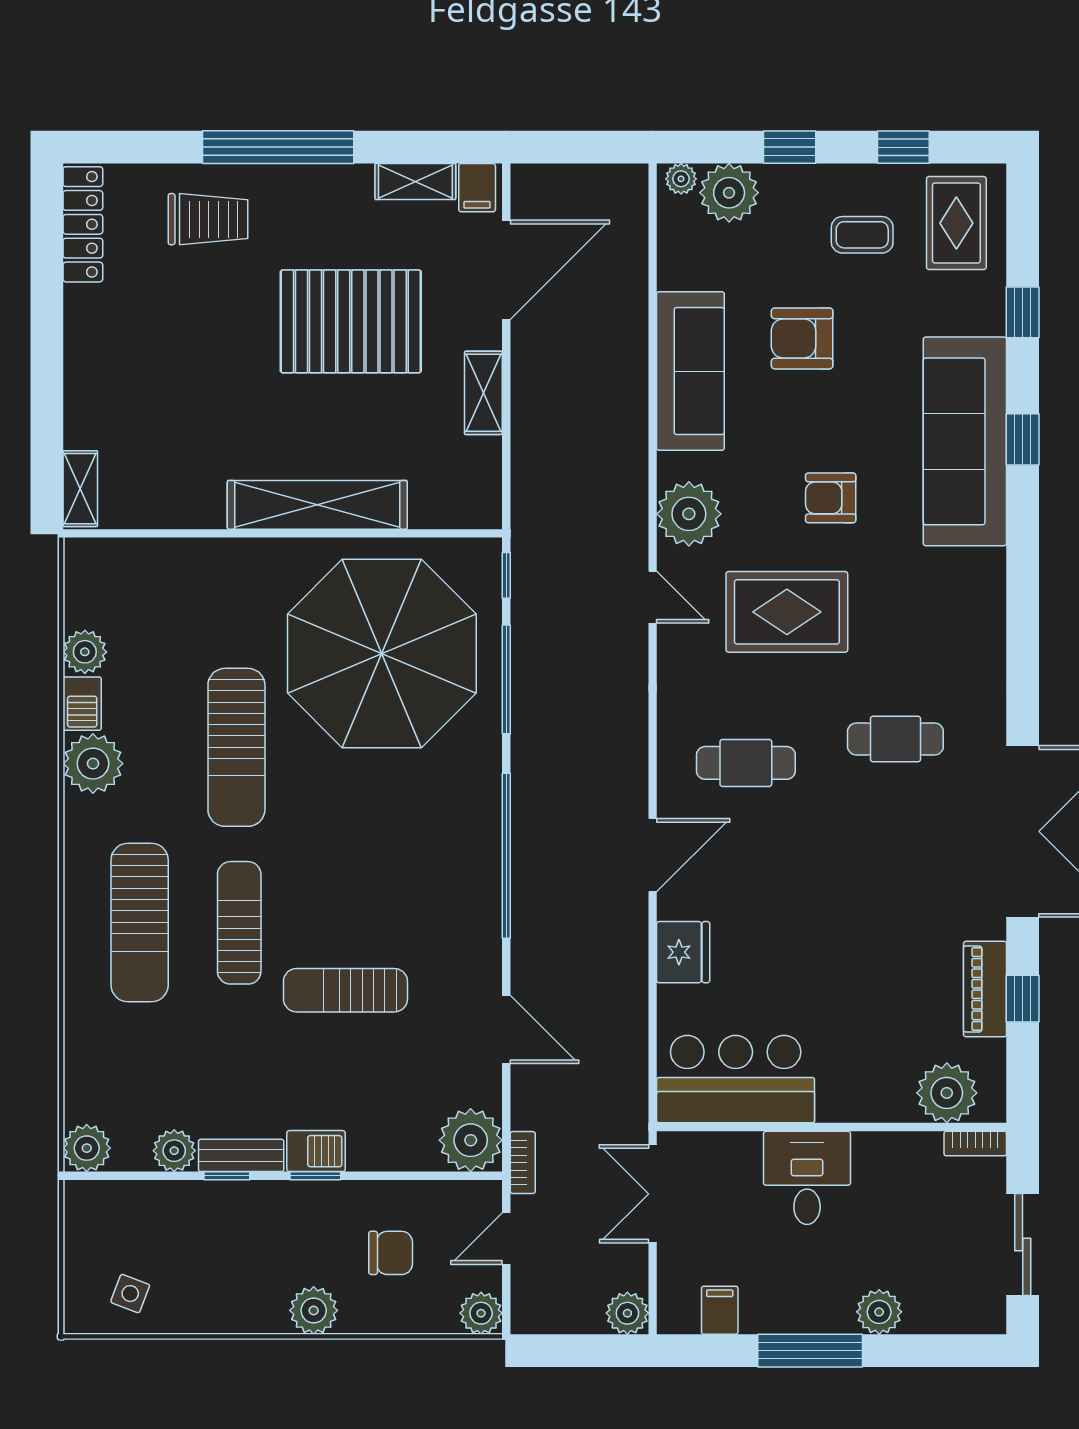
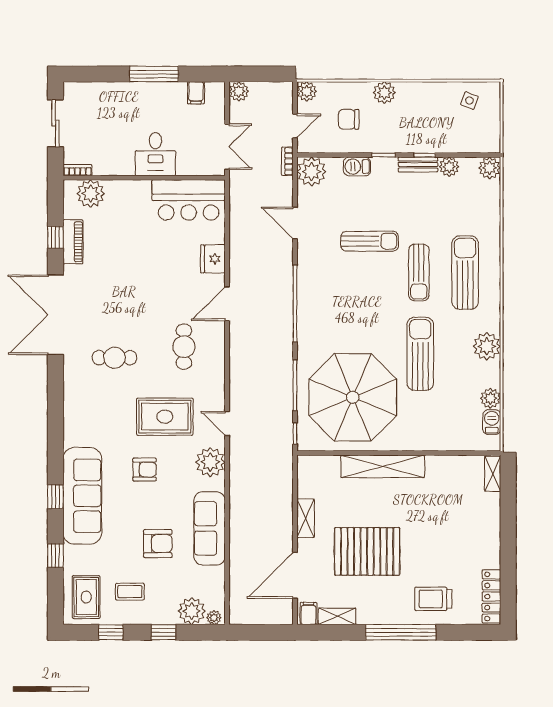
barbecue: (82, 704) -> (492, 422), moved
cafe table: (746, 763) -> (184, 347), turned 90
barbecue: (316, 1151) -> (357, 167), moved
plant: (879, 1312) -> (122, 92), removed

